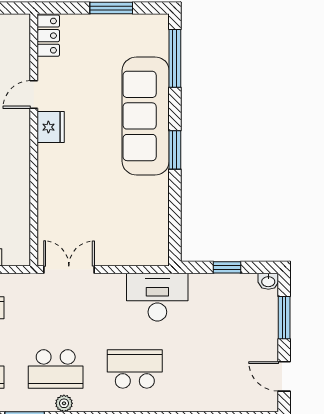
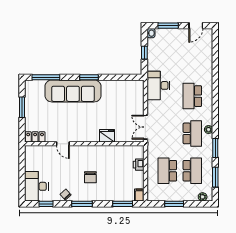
fridge: (51, 127) -> (107, 136), moved

